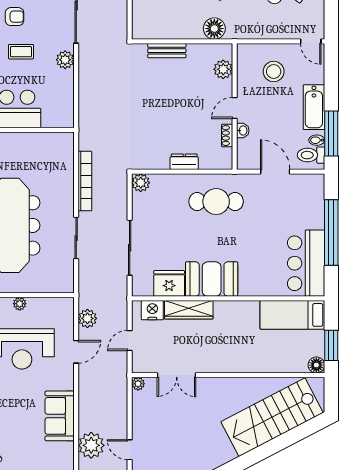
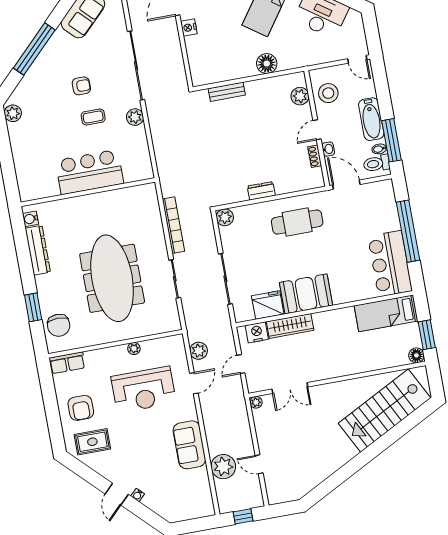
plant: (223, 69) -> (300, 96), moved
wall: (235, 106) -> (317, 128), moved
door: (235, 108) -> (317, 130), moved
washbasin: (243, 131) -> (328, 149), moved
shoe rack: (227, 136) -> (315, 156), moved

